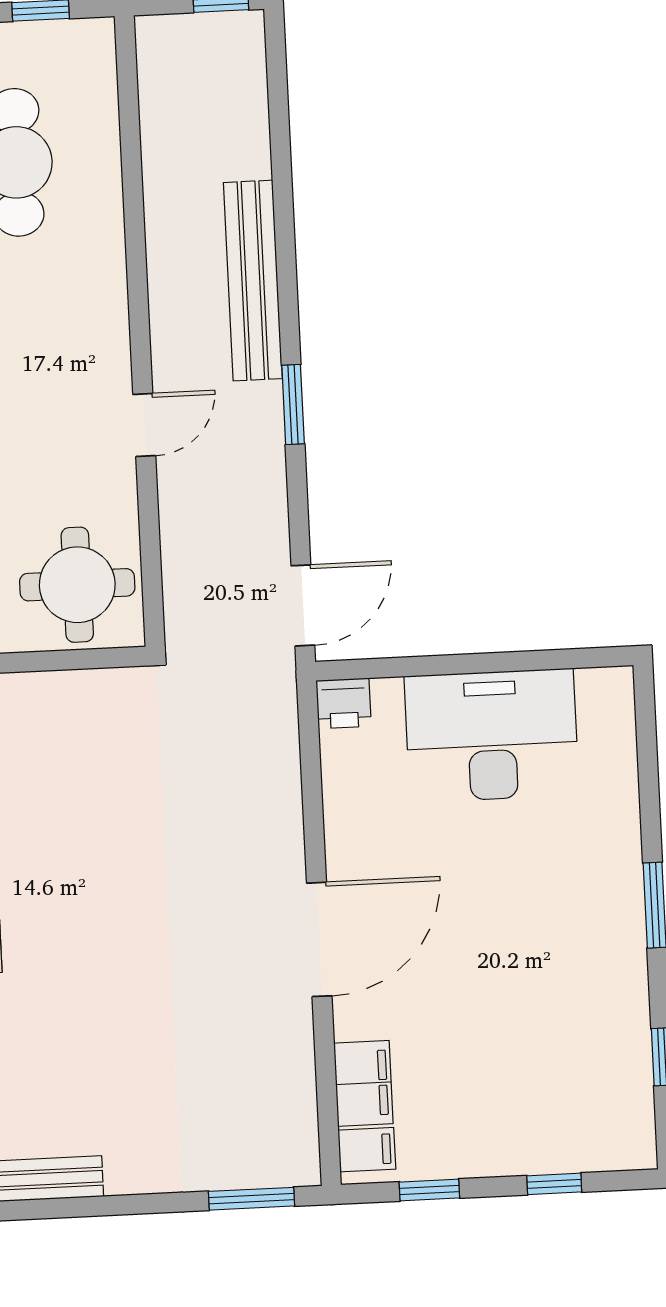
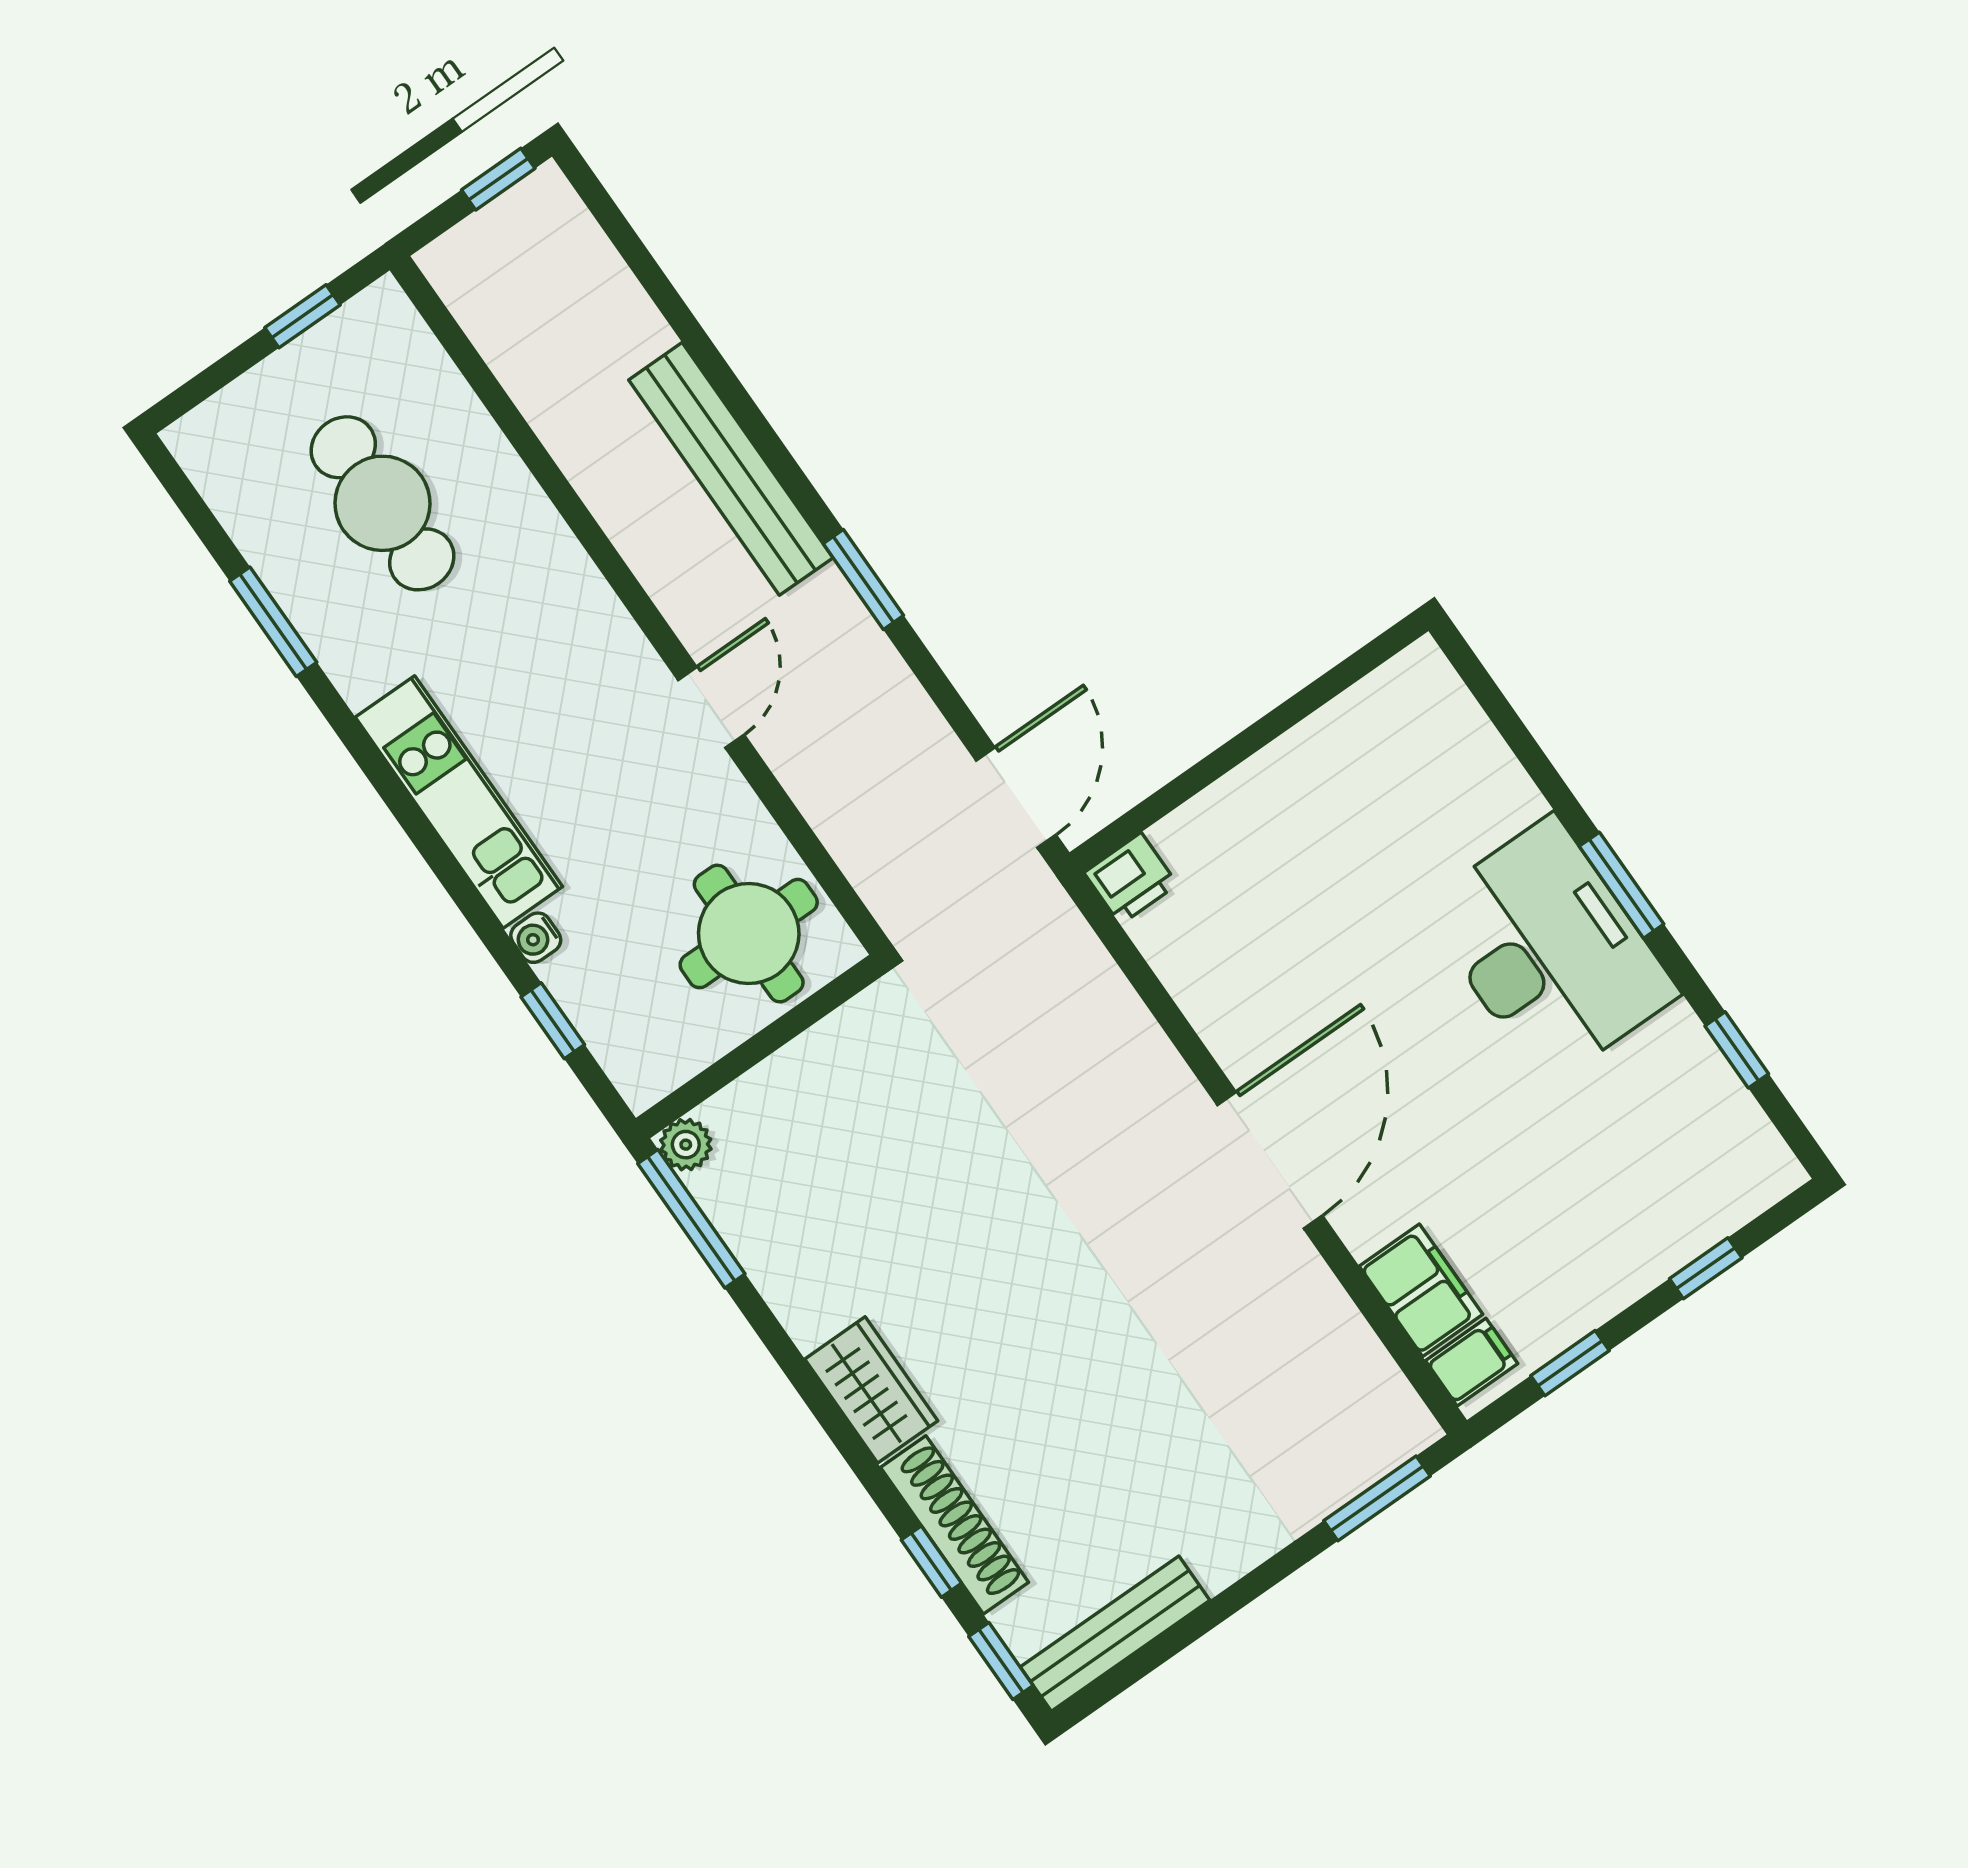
desk: (492, 735) -> (1550, 951), moved, turned 90

